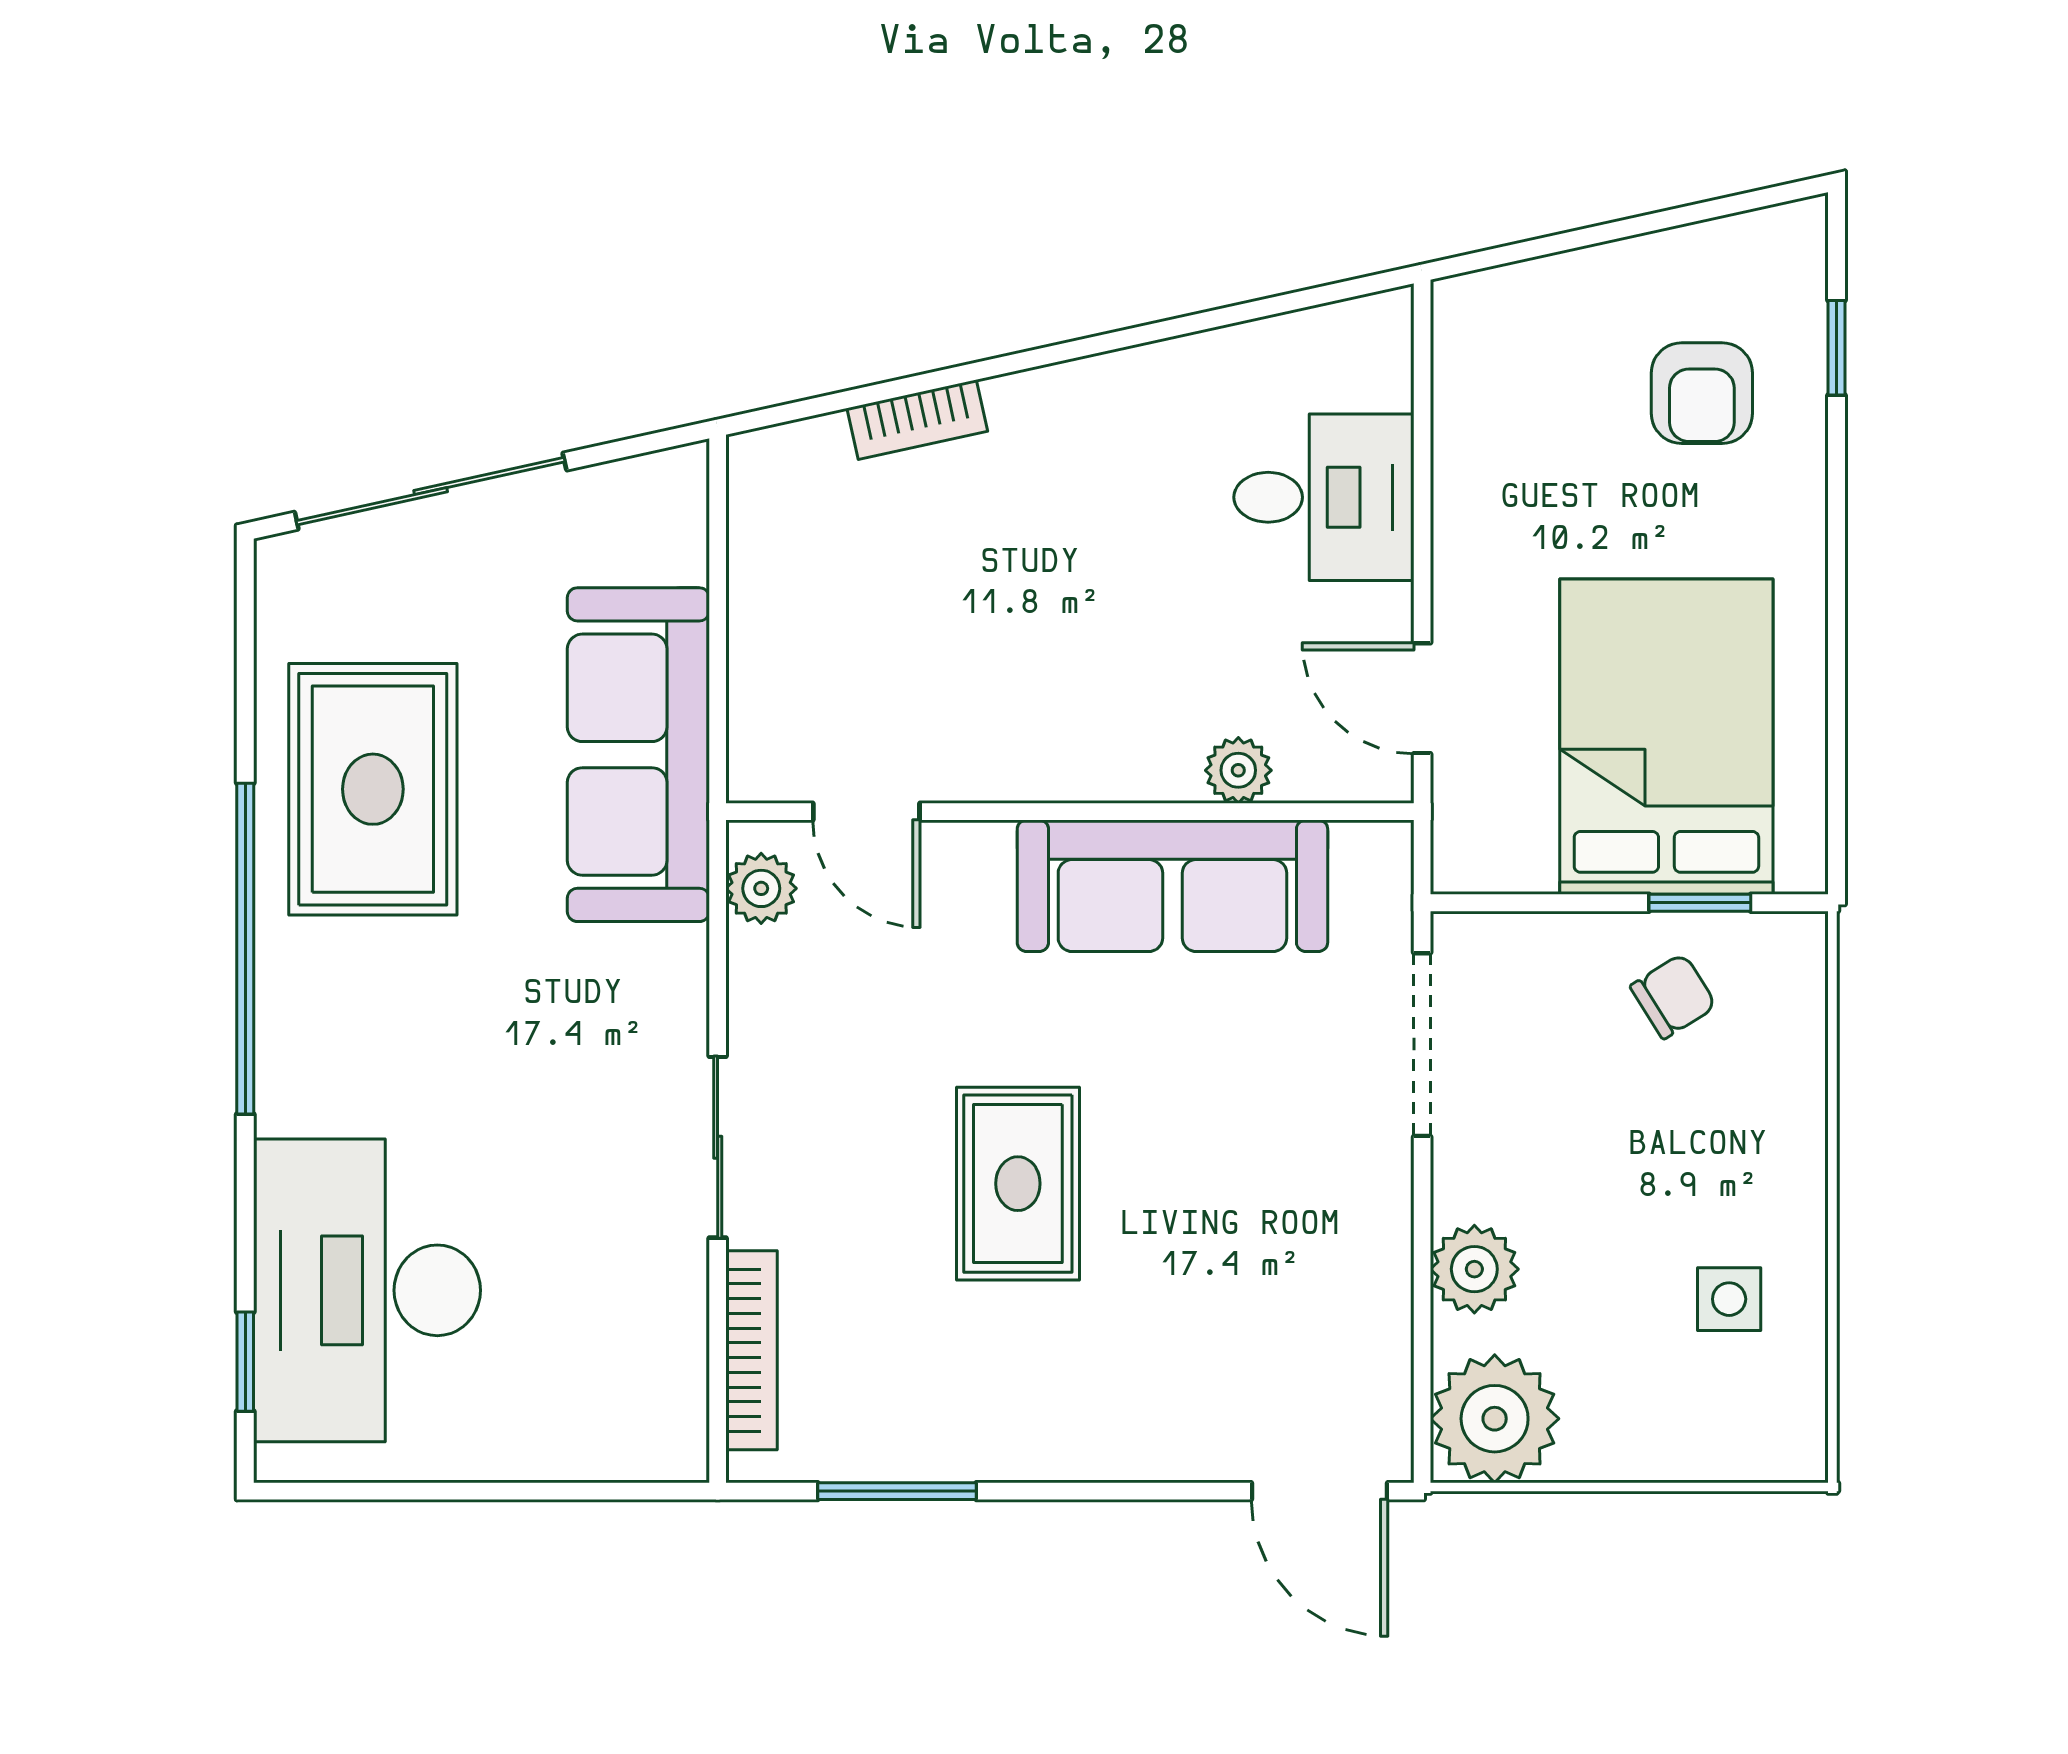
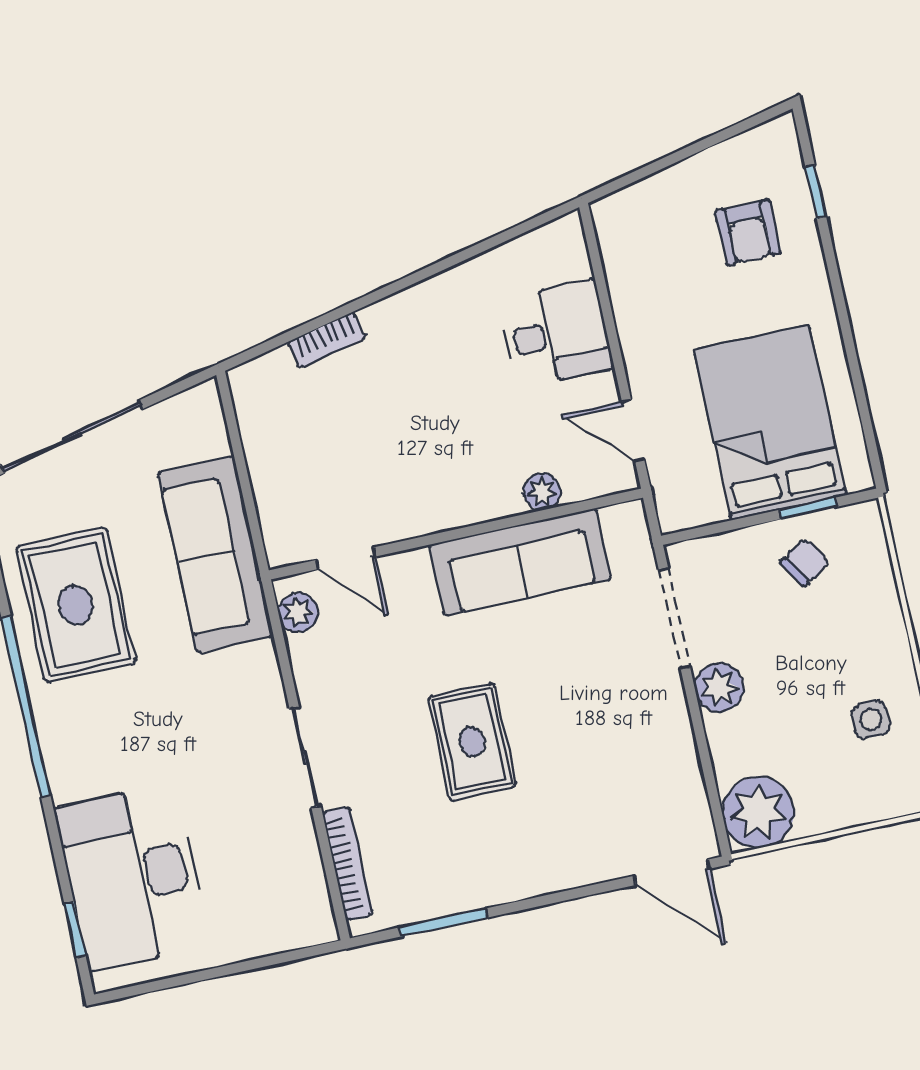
plant: (1474, 1269) -> (719, 688), moved

